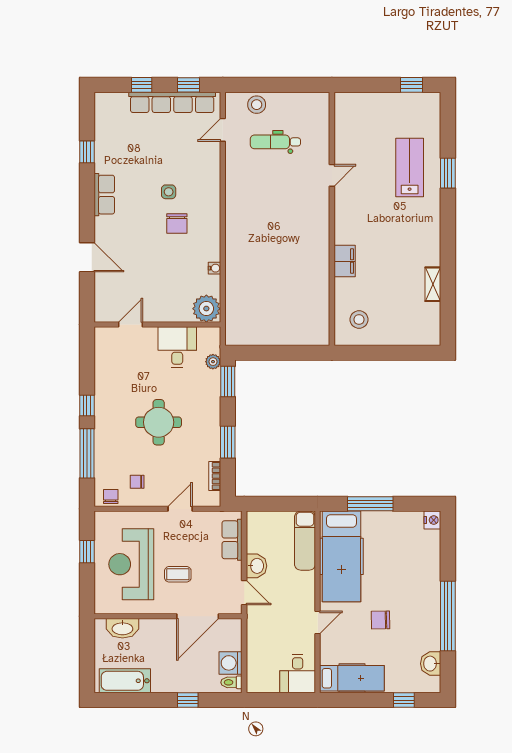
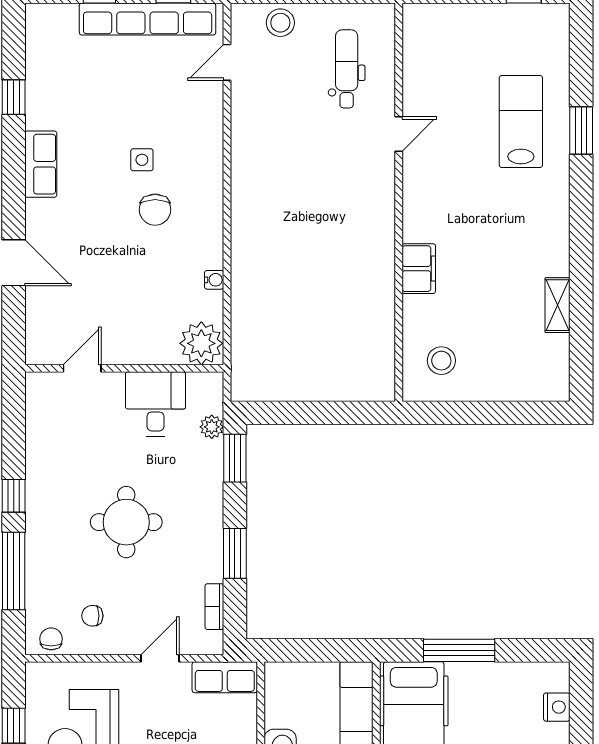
dental chair: (275, 142) -> (347, 69), moved, turned 90
nightstand: (432, 520) -> (557, 707), moved
row of seats: (232, 540) -> (225, 677), moved, turned -90

